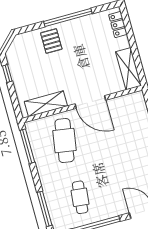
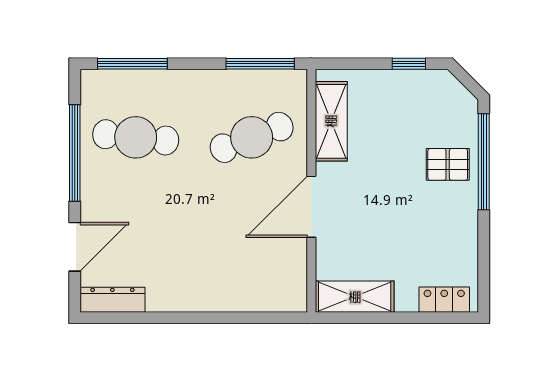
window: (68, 17) -> (484, 162), moved
cafe table: (64, 141) -> (252, 137), turned -30
cafe table: (80, 197) -> (136, 137), width x1.37, depth x1.35

